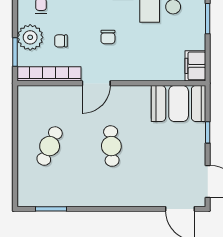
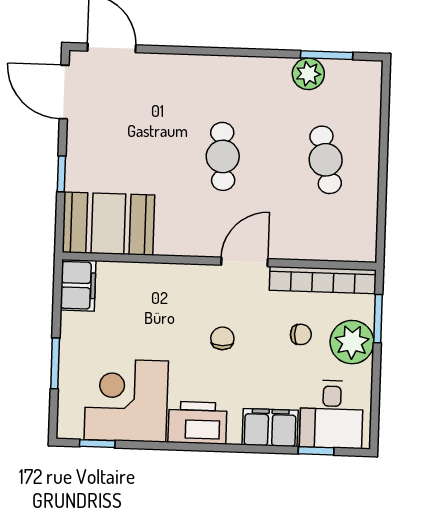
cafe table: (50, 146) -> (326, 160), turned -36
plant: (62, 197) -> (308, 74), added

